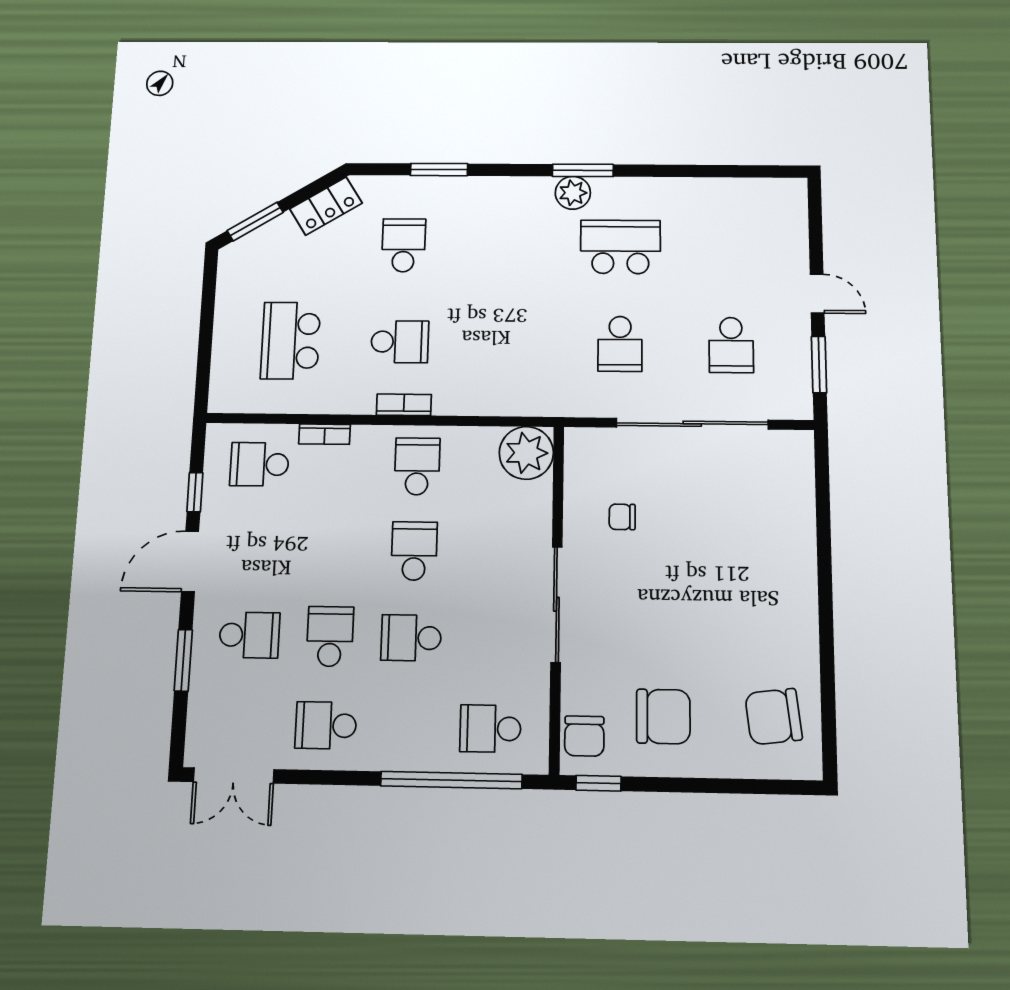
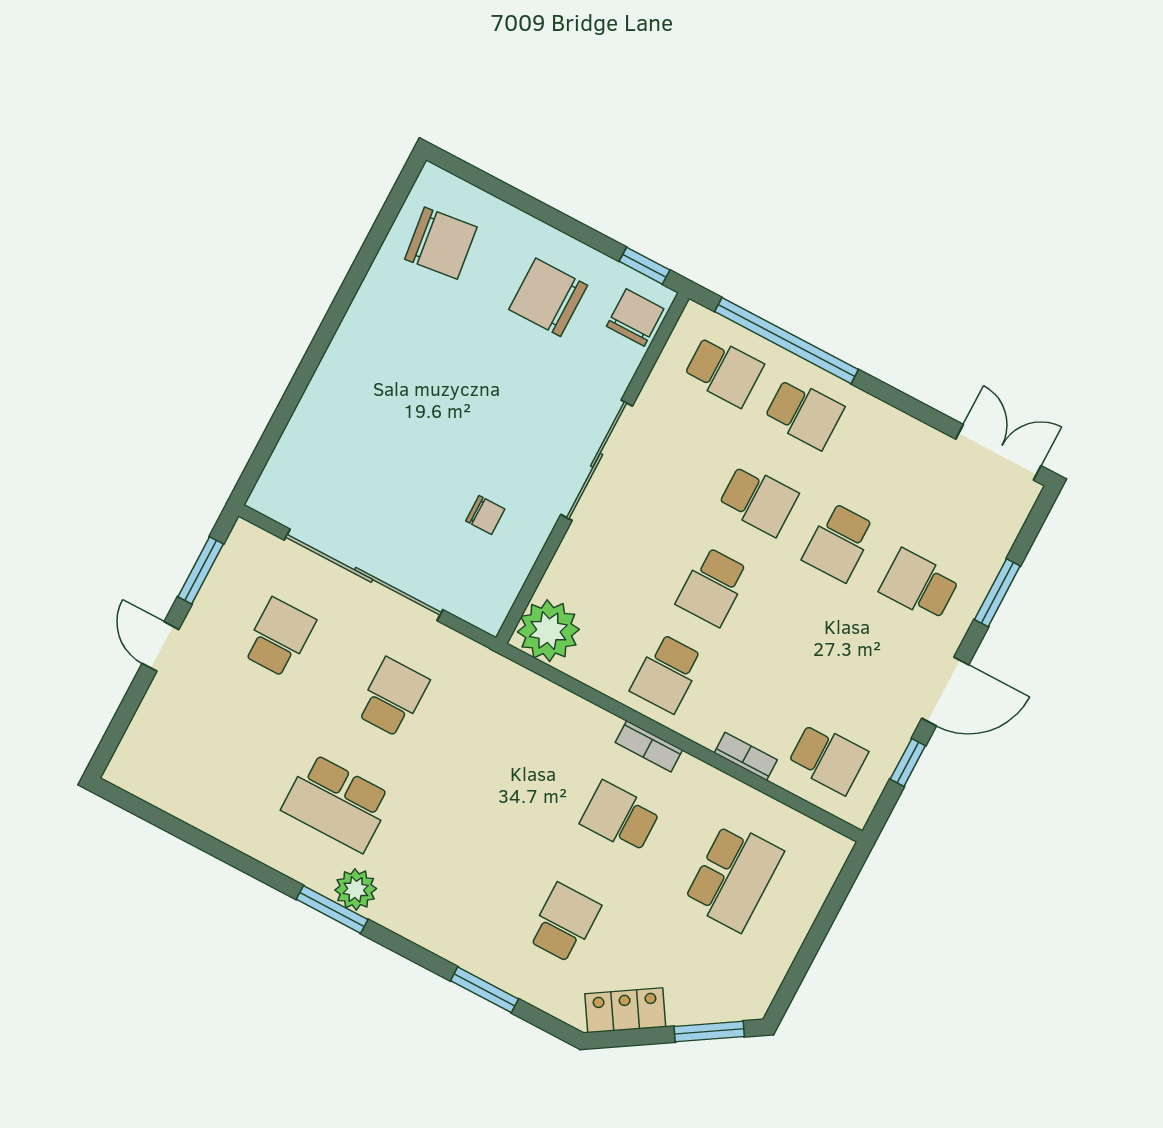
school desk: (404, 245) -> (564, 923), turned 180
school desk: (326, 725) -> (804, 413), moved

